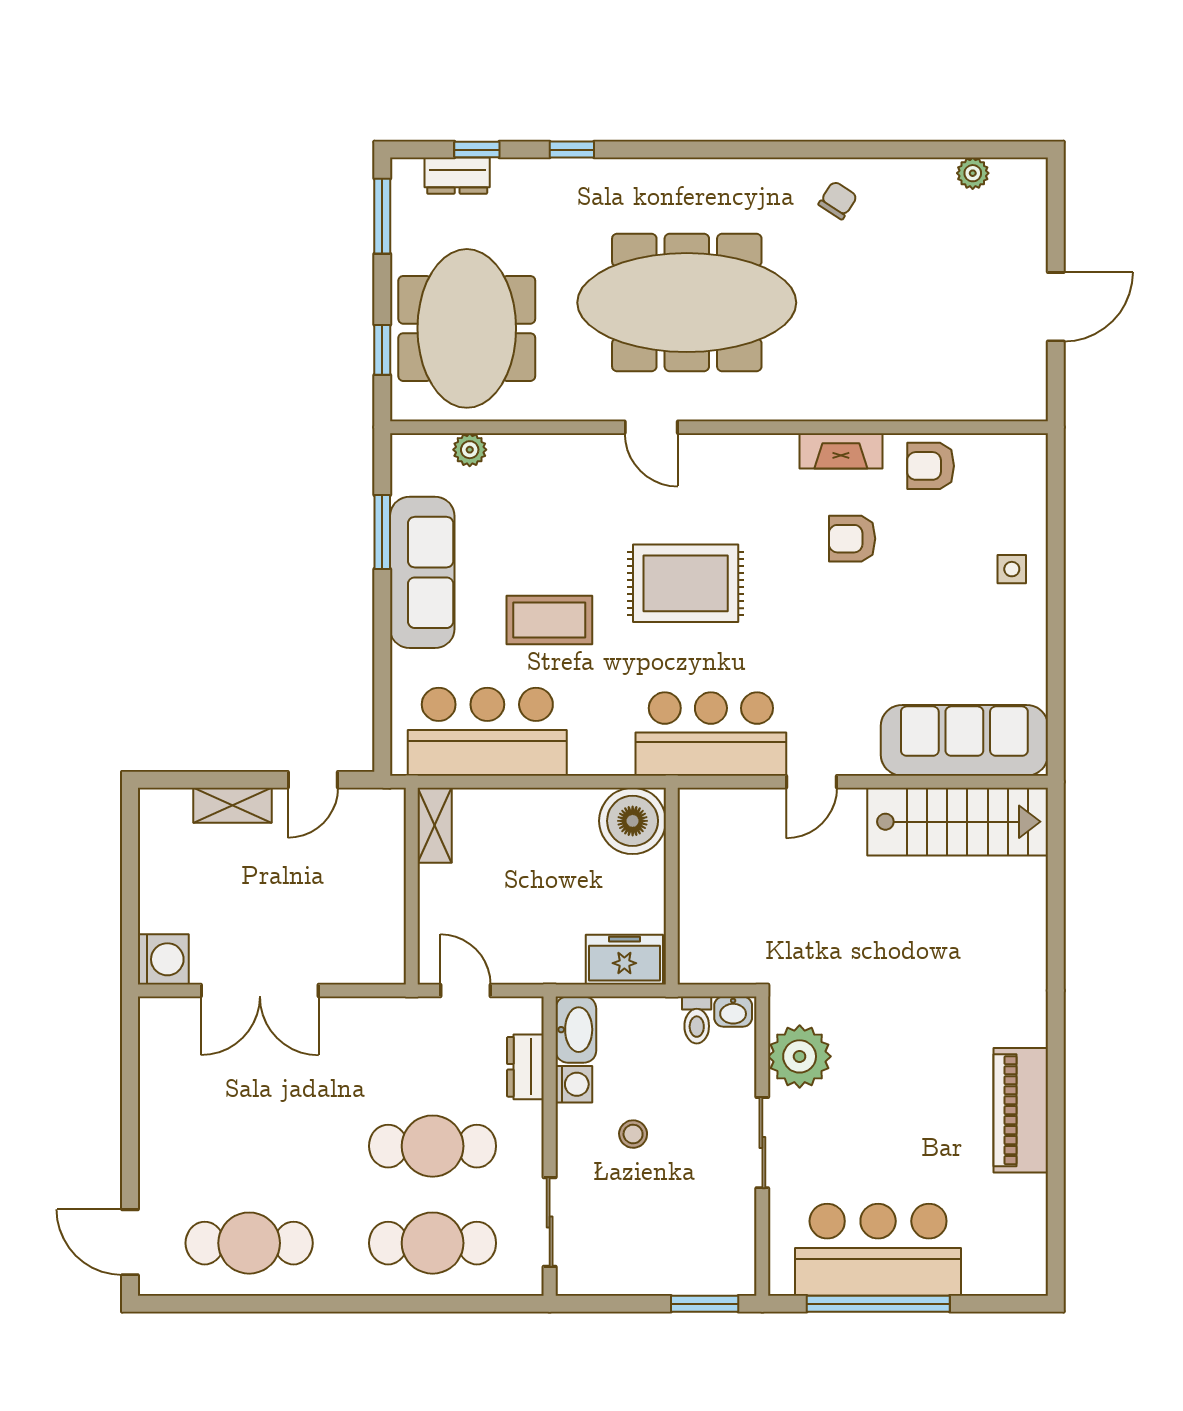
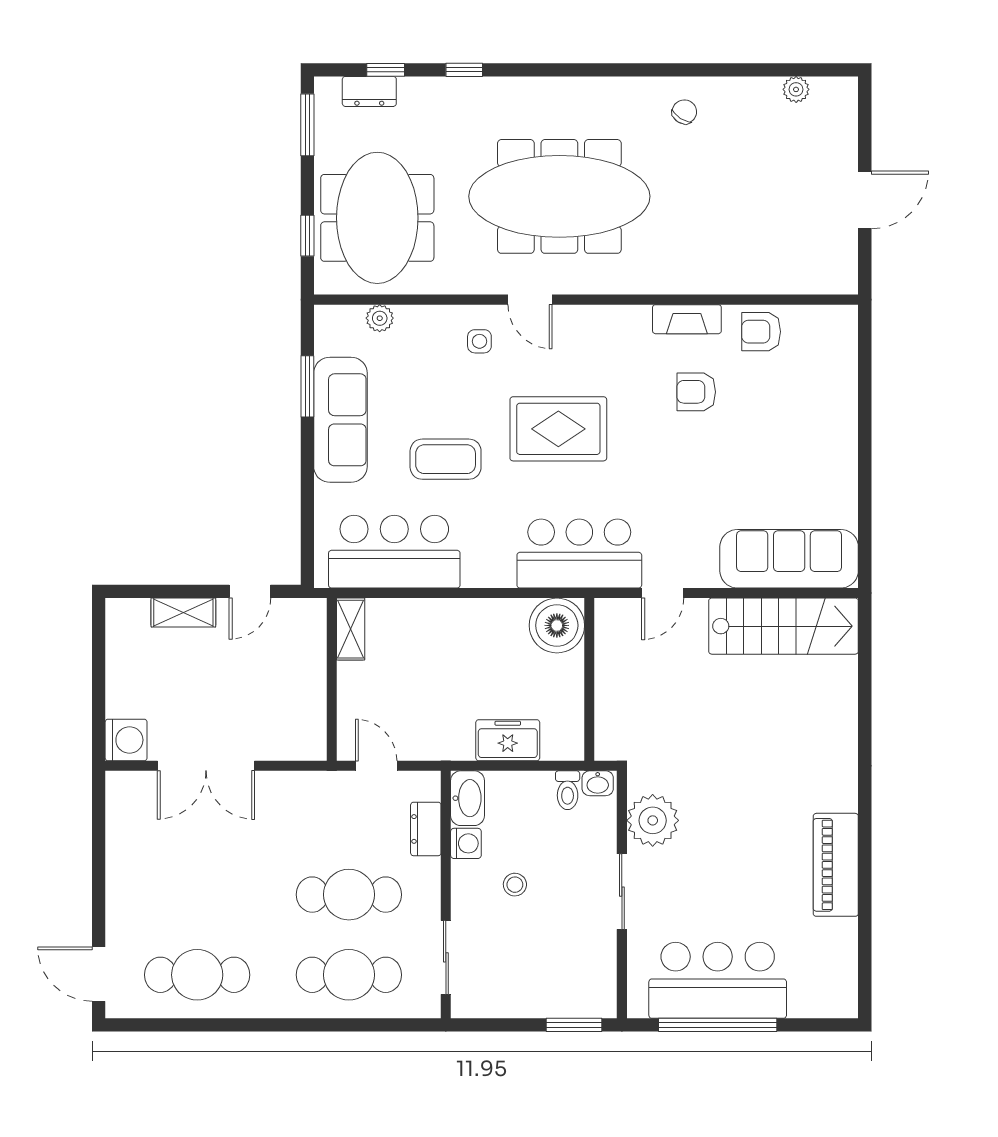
side table: (1012, 569) -> (479, 341), moved
boiler: (633, 821) -> (557, 625), moved
wall: (672, 886) -> (589, 679), moved

